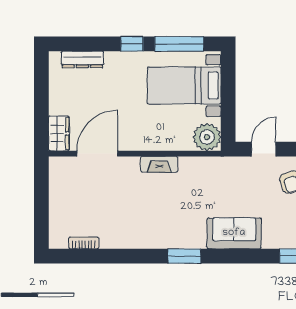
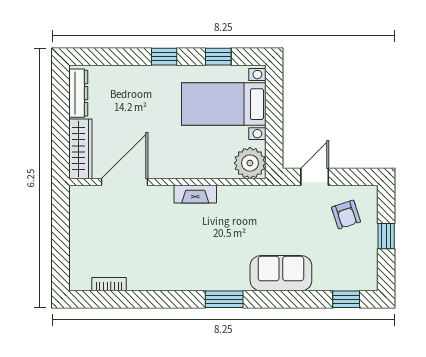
window: (179, 44) -> (218, 57), width x0.46
dresser: (82, 59) -> (78, 93), moved, turned -90
wardrobe: (59, 133) -> (80, 149), width x1.50

